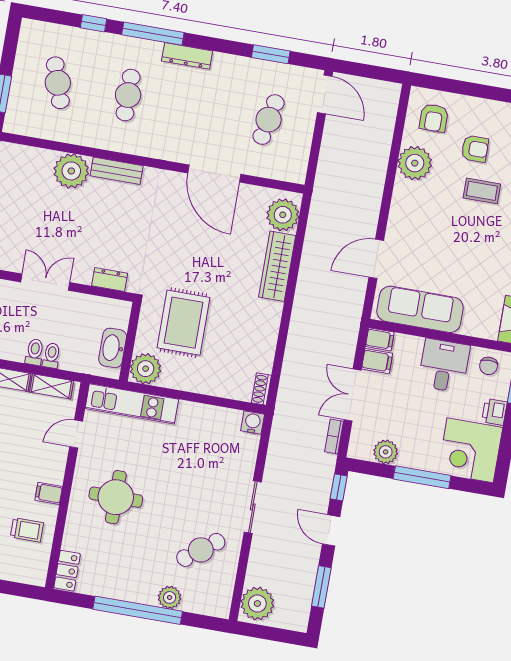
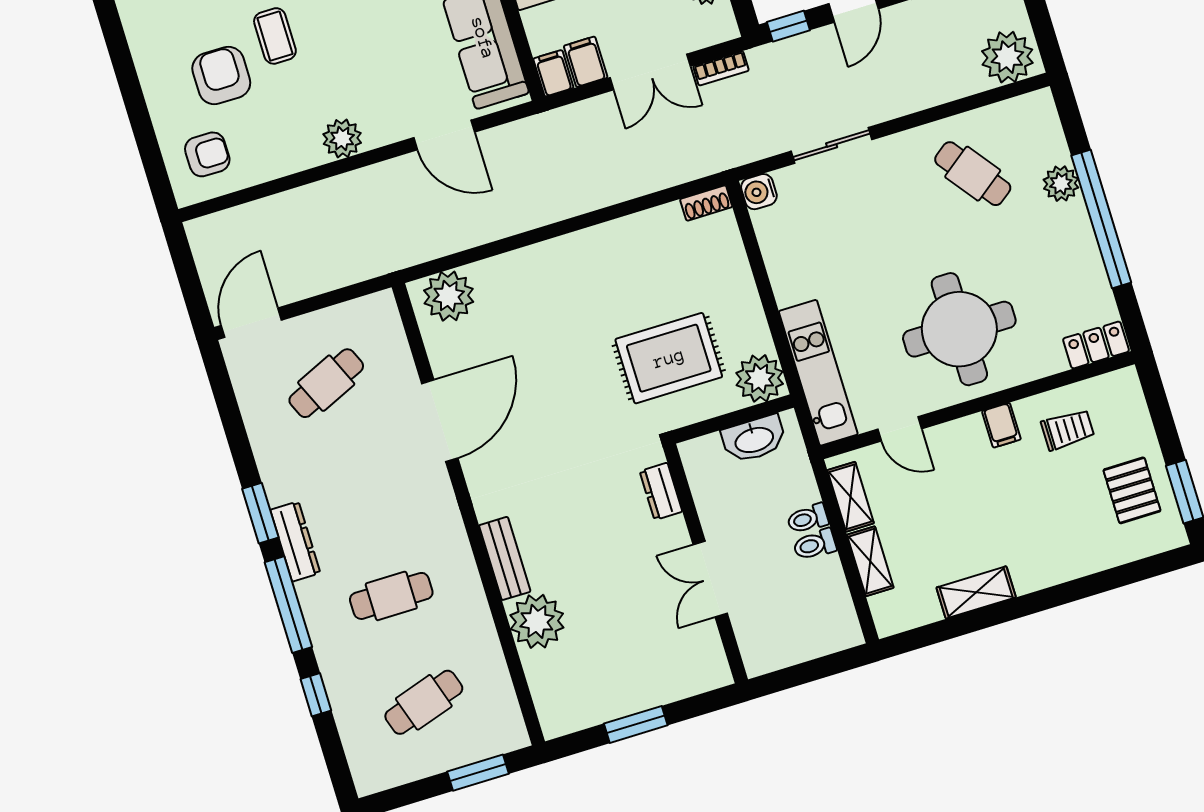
window: (271, 54) -> (260, 513), moved
cafe table: (269, 120) -> (326, 383), turned -36
armchair: (475, 149) -> (221, 75), width x1.38, depth x1.38
plant: (415, 163) -> (342, 138), moved, width x0.73, depth x0.73
wardrobe: (277, 266) -> (524, 268), removed
round table: (116, 497) -> (959, 329), width x1.36, depth x1.36
sliding door: (253, 507) -> (832, 145), moved
trolley: (27, 530) -> (1068, 430), turned 90

